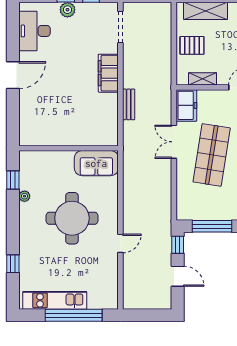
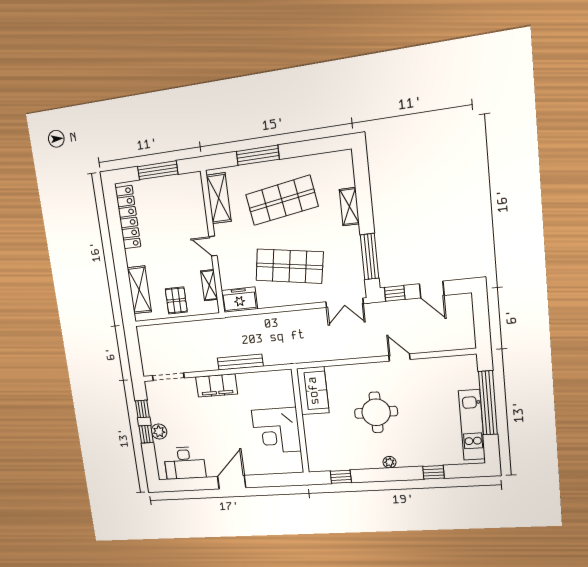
door: (13, 75) -> (232, 482), hinge flipped
bench: (129, 104) -> (240, 362), width x1.36
corner desk: (61, 125) -> (276, 431), added
double door: (174, 142) -> (344, 303), moved
plant: (24, 196) -> (389, 462), moved
round table: (72, 218) -> (376, 412), width x0.73, depth x0.73
door: (178, 276) -> (432, 290), swing flipped

